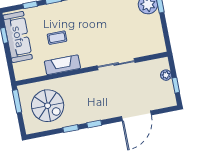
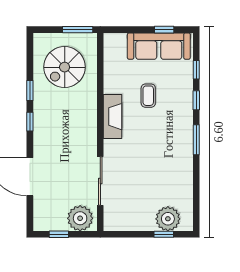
sliding door: (116, 64) -> (100, 181), moved
fireplace: (62, 65) -> (113, 117), moved
plant: (166, 75) -> (80, 218), width x1.87, depth x1.87

